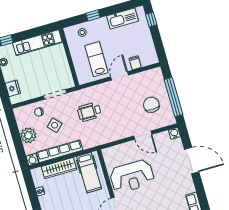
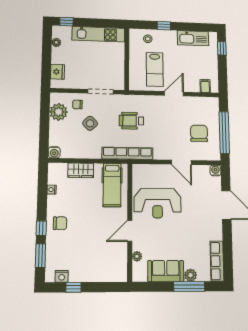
lab bench: (96, 59) -> (155, 69), turned 180
filing cabinet: (135, 63) -> (205, 86), moved
plant: (28, 135) -> (59, 112), moved
row of seats: (59, 151) -> (127, 153), moved
wardrobe: (59, 168) -> (81, 170), width x0.67

